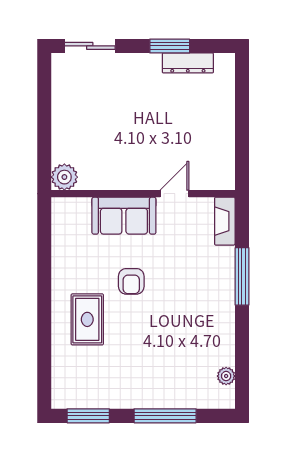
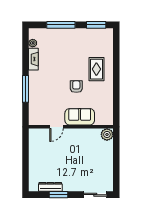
fireplace: (225, 221) -> (33, 59), moved

